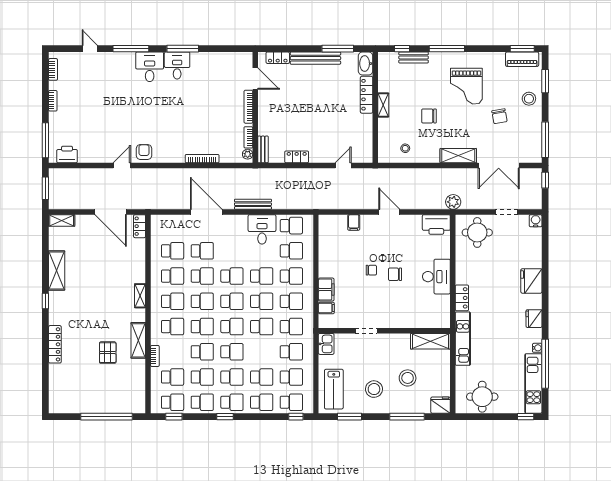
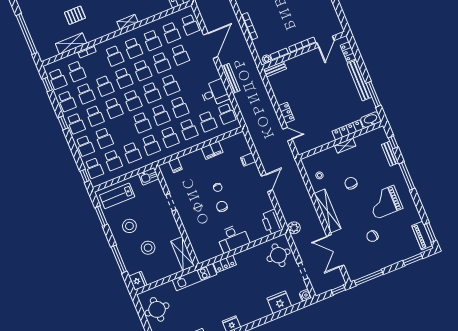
stool: (529, 99) -> (395, 253), removed
shelving: (458, 156) -> (328, 211), width x1.47
locker: (297, 157) -> (286, 113), moved
school desk: (173, 226) -> (190, 25), added
fridge: (531, 281) -> (279, 302), moved
filing cabinet: (326, 289) -> (212, 150), moved
shelving: (138, 340) -> (71, 44), moved

